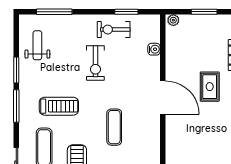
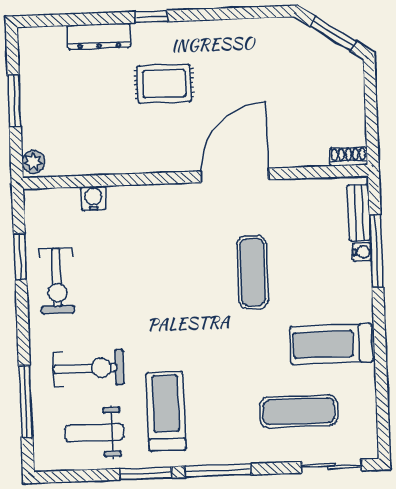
exercise bike: (95, 63) -> (89, 368), moved
door: (163, 98) -> (235, 175), moved
treadmill: (59, 106) -> (166, 411), moved
exercise mat: (114, 127) -> (253, 272), turned 90

